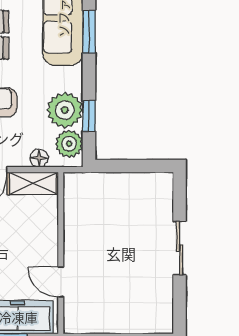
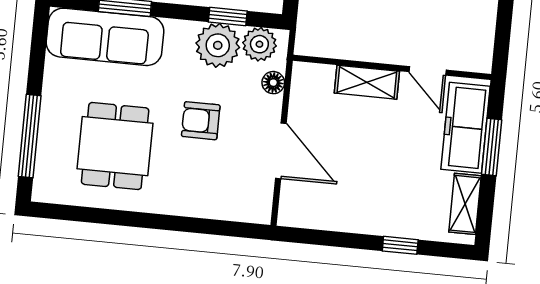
shelving: (33, 183) -> (367, 82), moved, turned 90
door: (61, 282) -> (428, 71), hinge flipped

